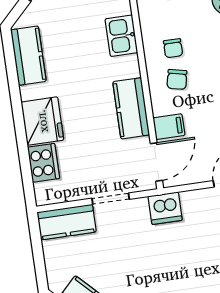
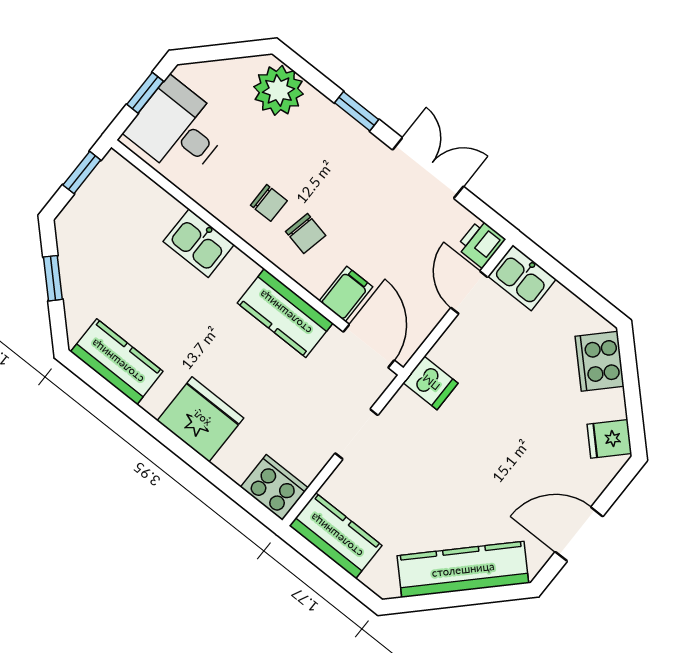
cooker: (44, 163) -> (274, 488), moved
dishwasher: (165, 208) -> (431, 383), width x0.73
kitchen counter: (67, 222) -> (336, 536), moved, turned -90

